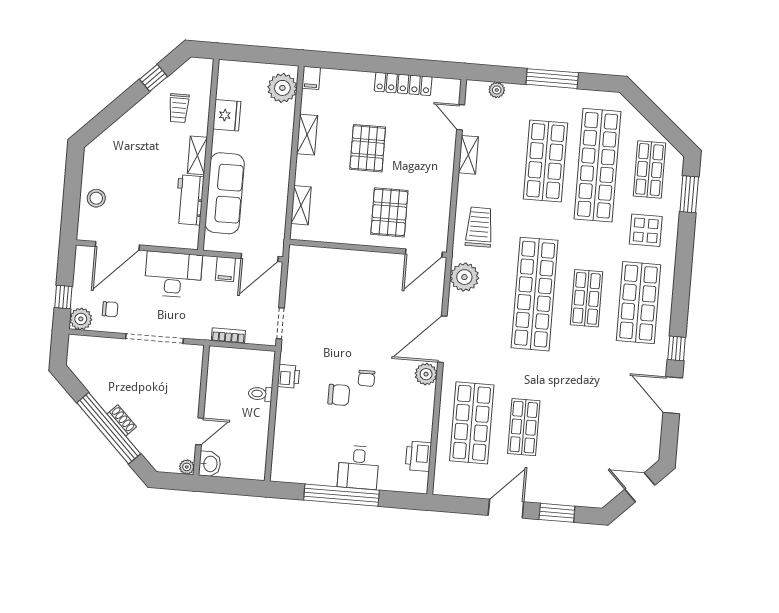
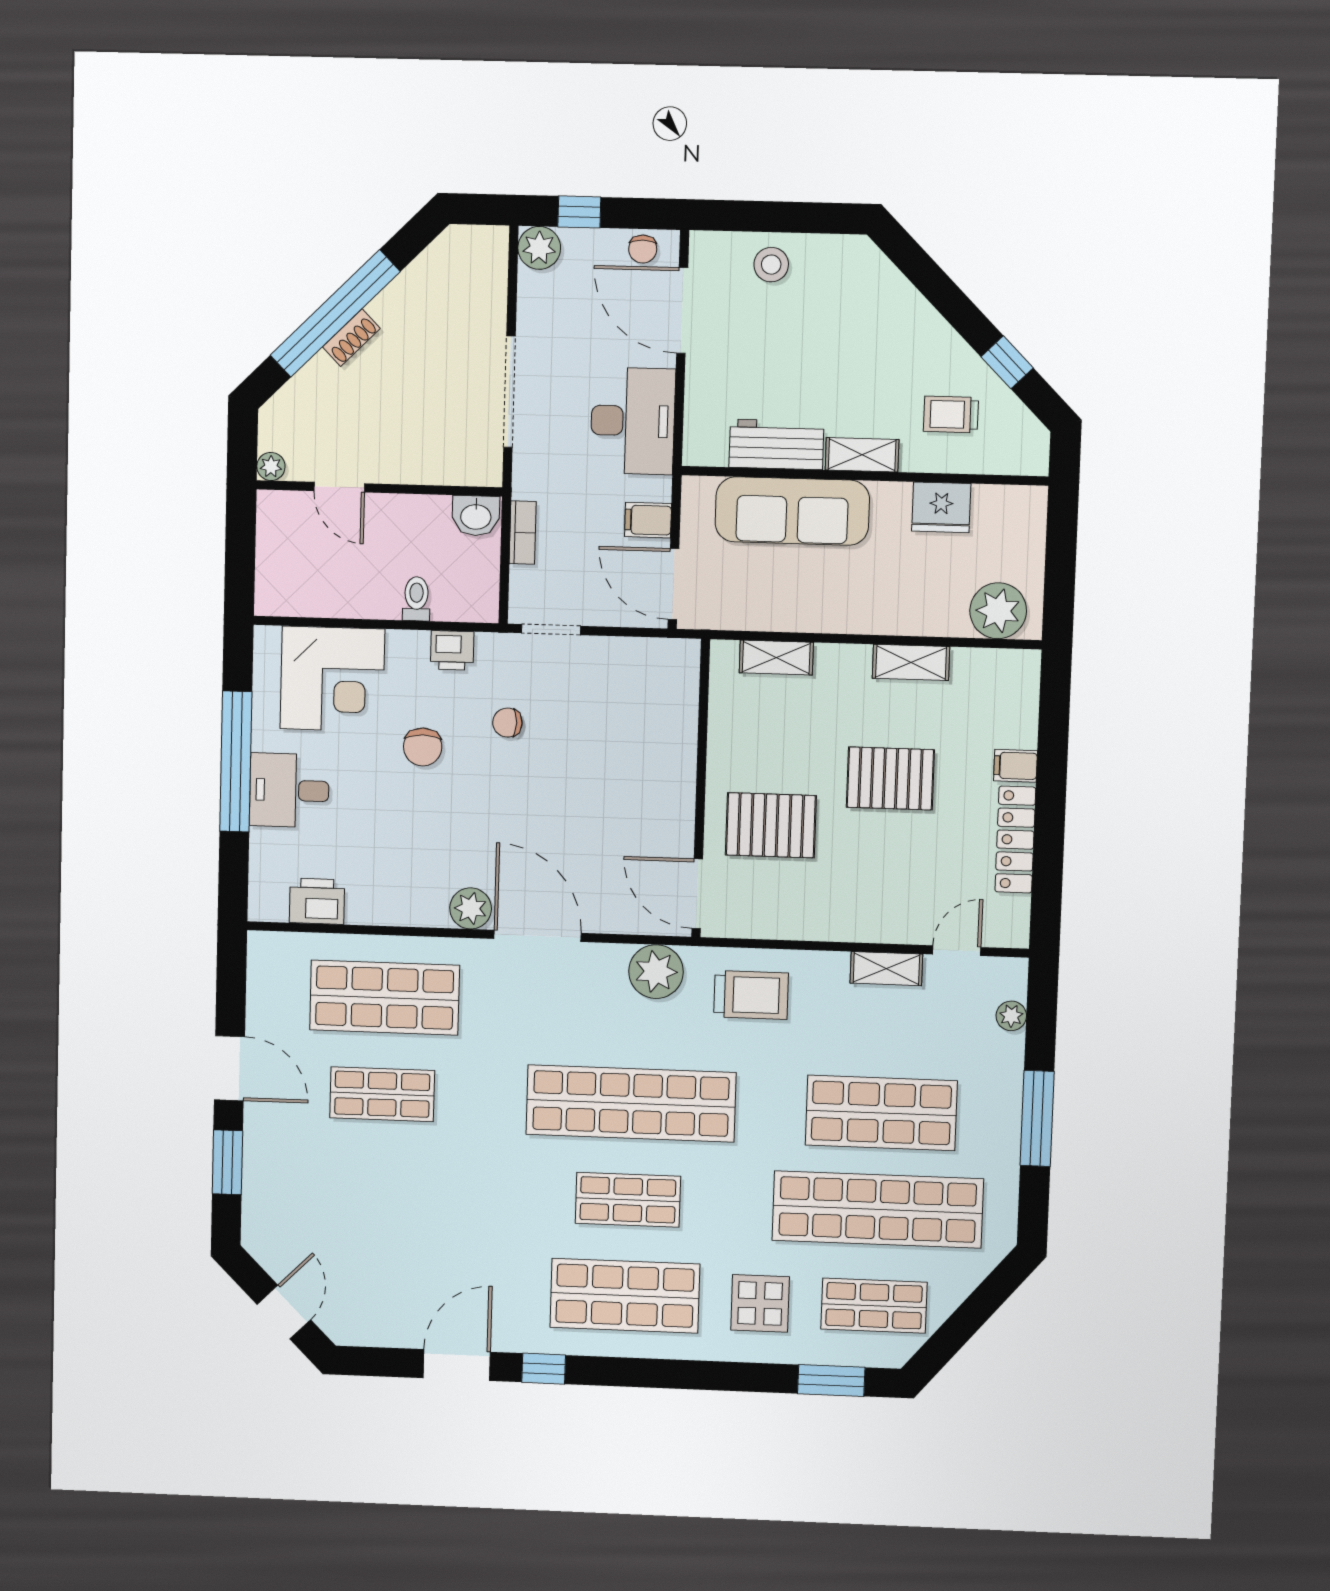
filing cabinet: (311, 78) -> (1015, 766), moved
chair: (110, 309) -> (643, 249), moved
chair: (366, 378) -> (507, 723), moved
corner desk: (300, 441) -> (332, 679), added
washbasin: (210, 464) -> (476, 516), moved

